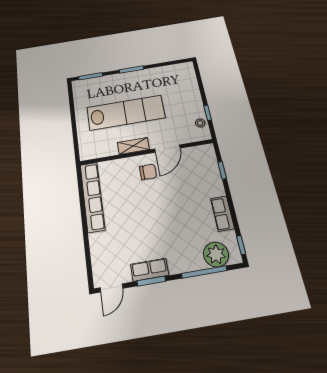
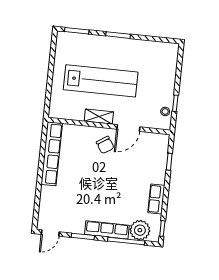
chair: (148, 172) -> (105, 145), turned 57
row of seats: (150, 270) -> (107, 230), moved, width x1.48

